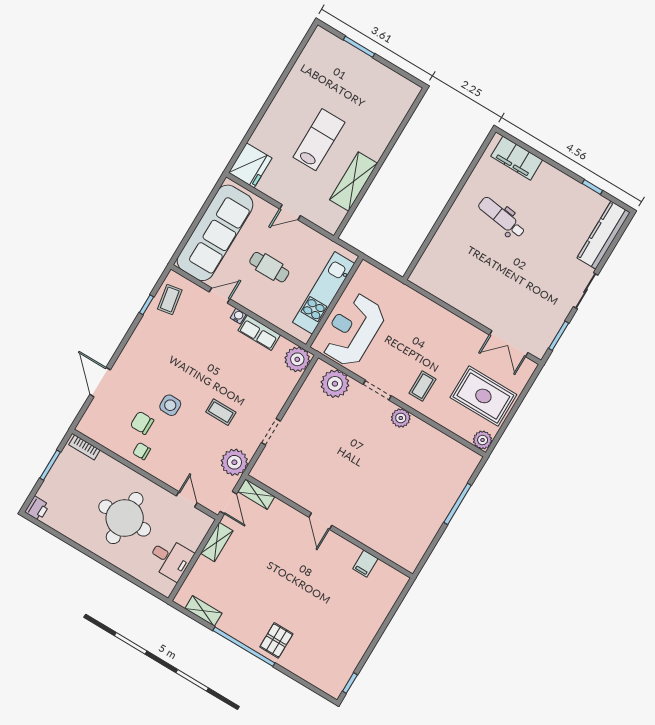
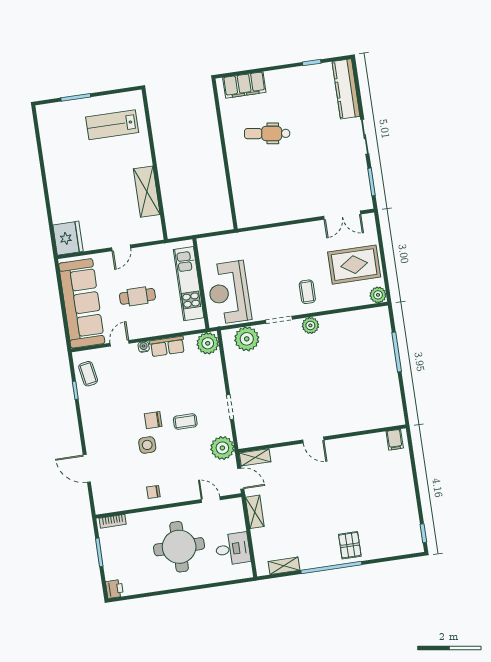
lab bench: (319, 140) -> (112, 125), moved, turned -90
chair: (142, 423) -> (153, 420), moved
filing cabinet: (365, 564) -> (395, 440), moved

